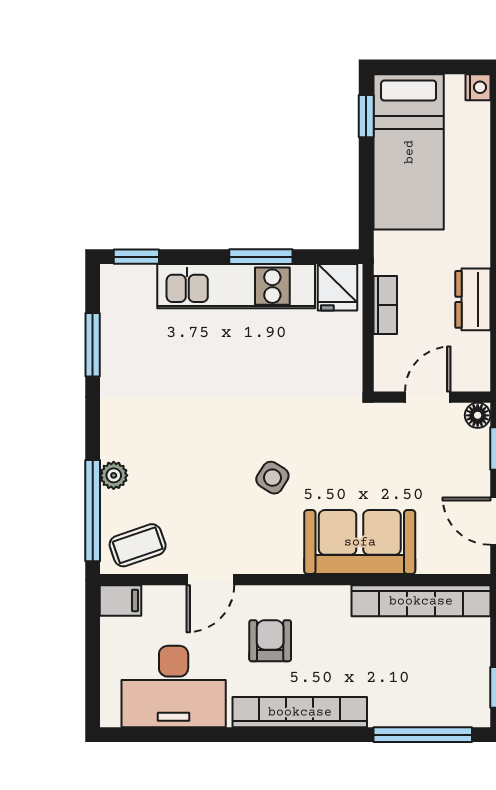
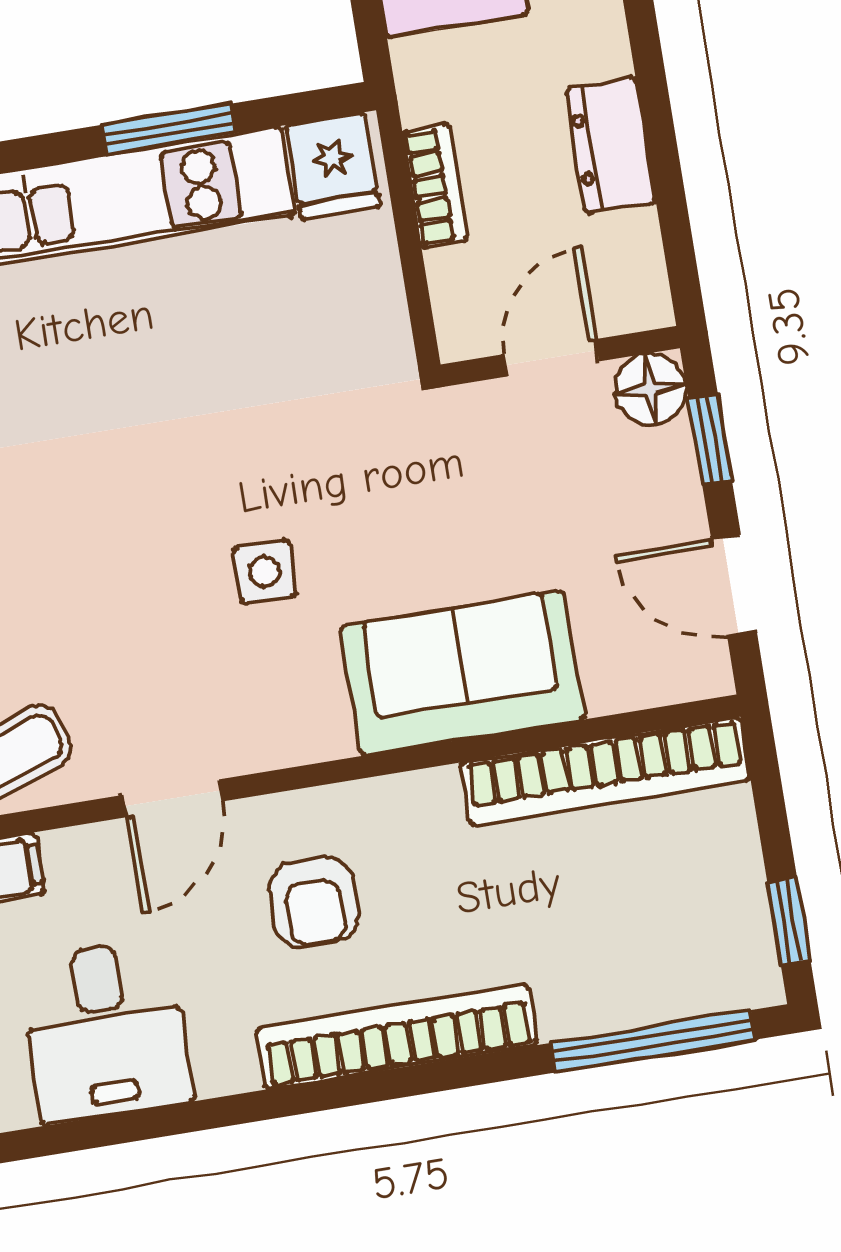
floor lamp: (478, 415) -> (651, 389), width x1.37, depth x1.37
side table: (272, 478) -> (265, 572), turned -32
armchair: (270, 641) -> (314, 902), turned 180
desk: (174, 686) -> (105, 1031), width x0.73

